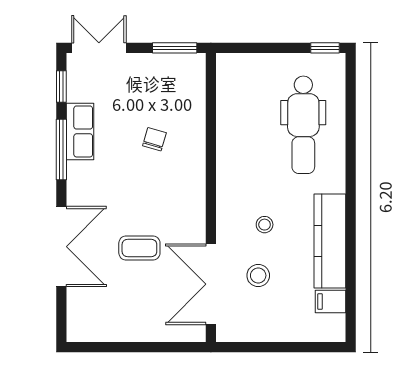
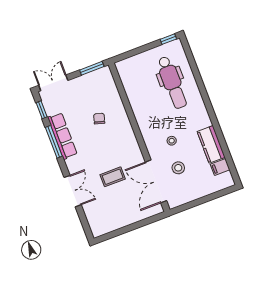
row of seats: (80, 131) -> (62, 136), width x1.48
kitchen counter: (330, 241) -> (211, 144), width x0.67
double door: (61, 247) -> (73, 191), width x0.73

